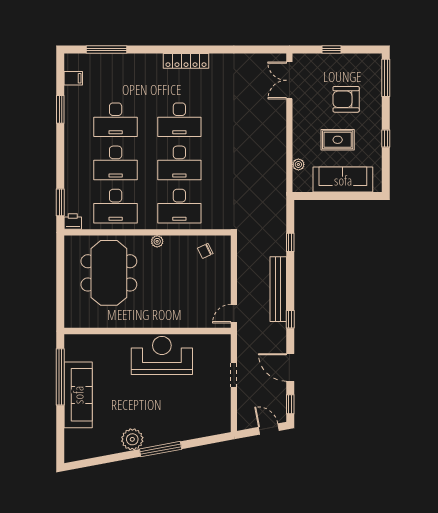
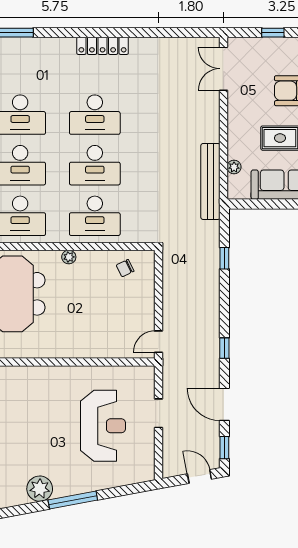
bench: (278, 289) -> (210, 181), moved
reception desk: (162, 355) -> (103, 426), moved, turned 90

